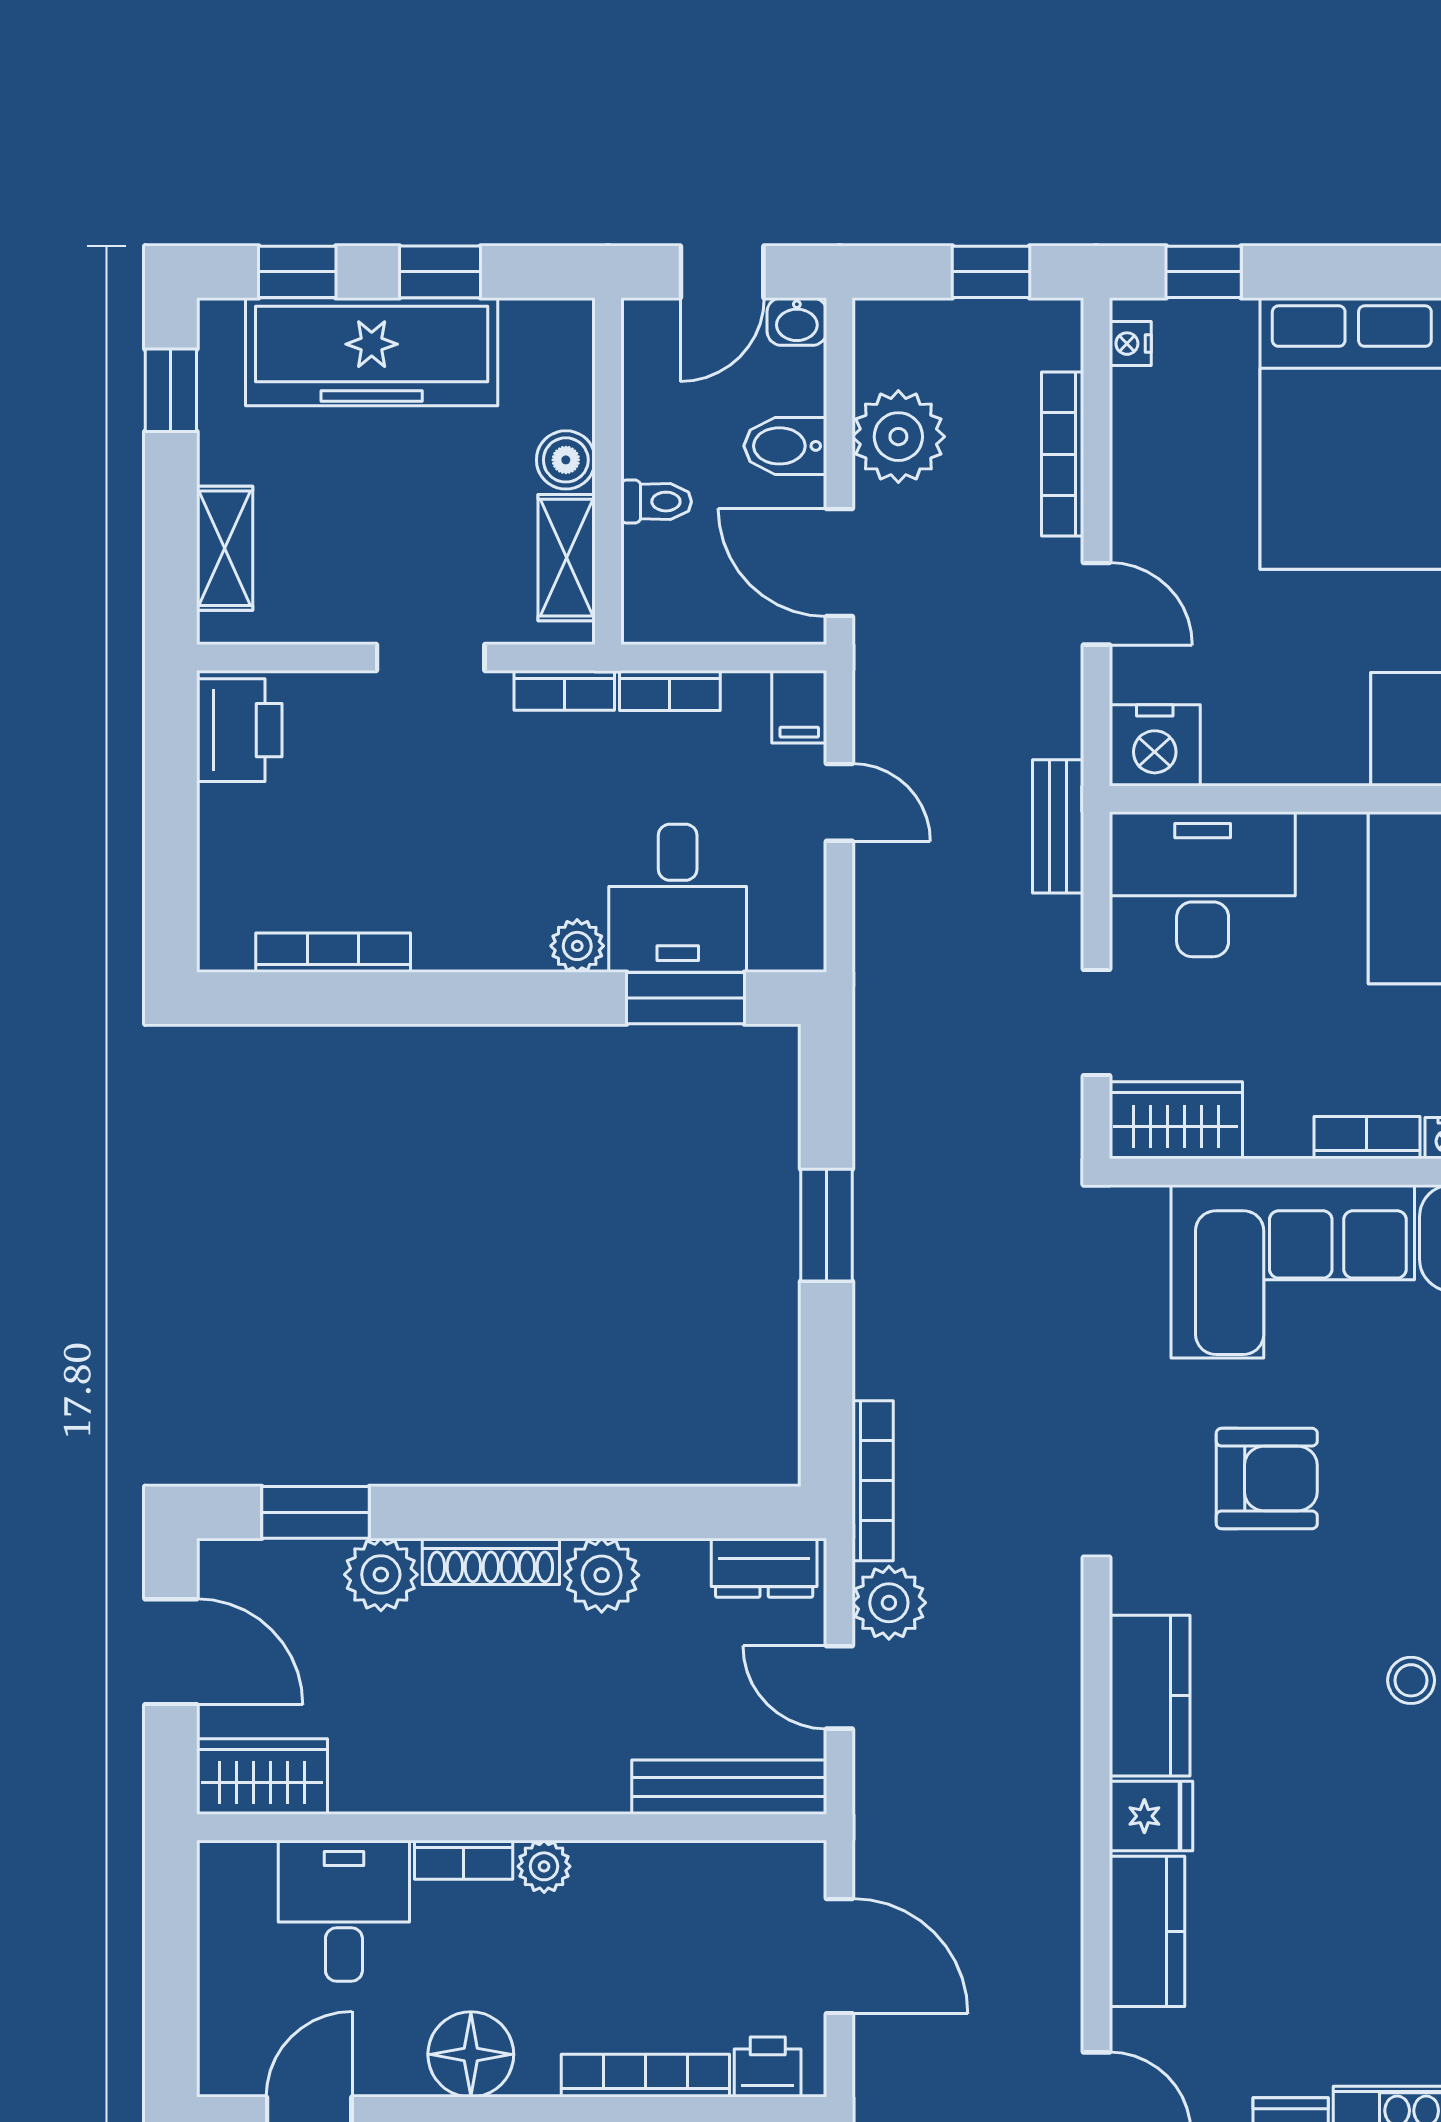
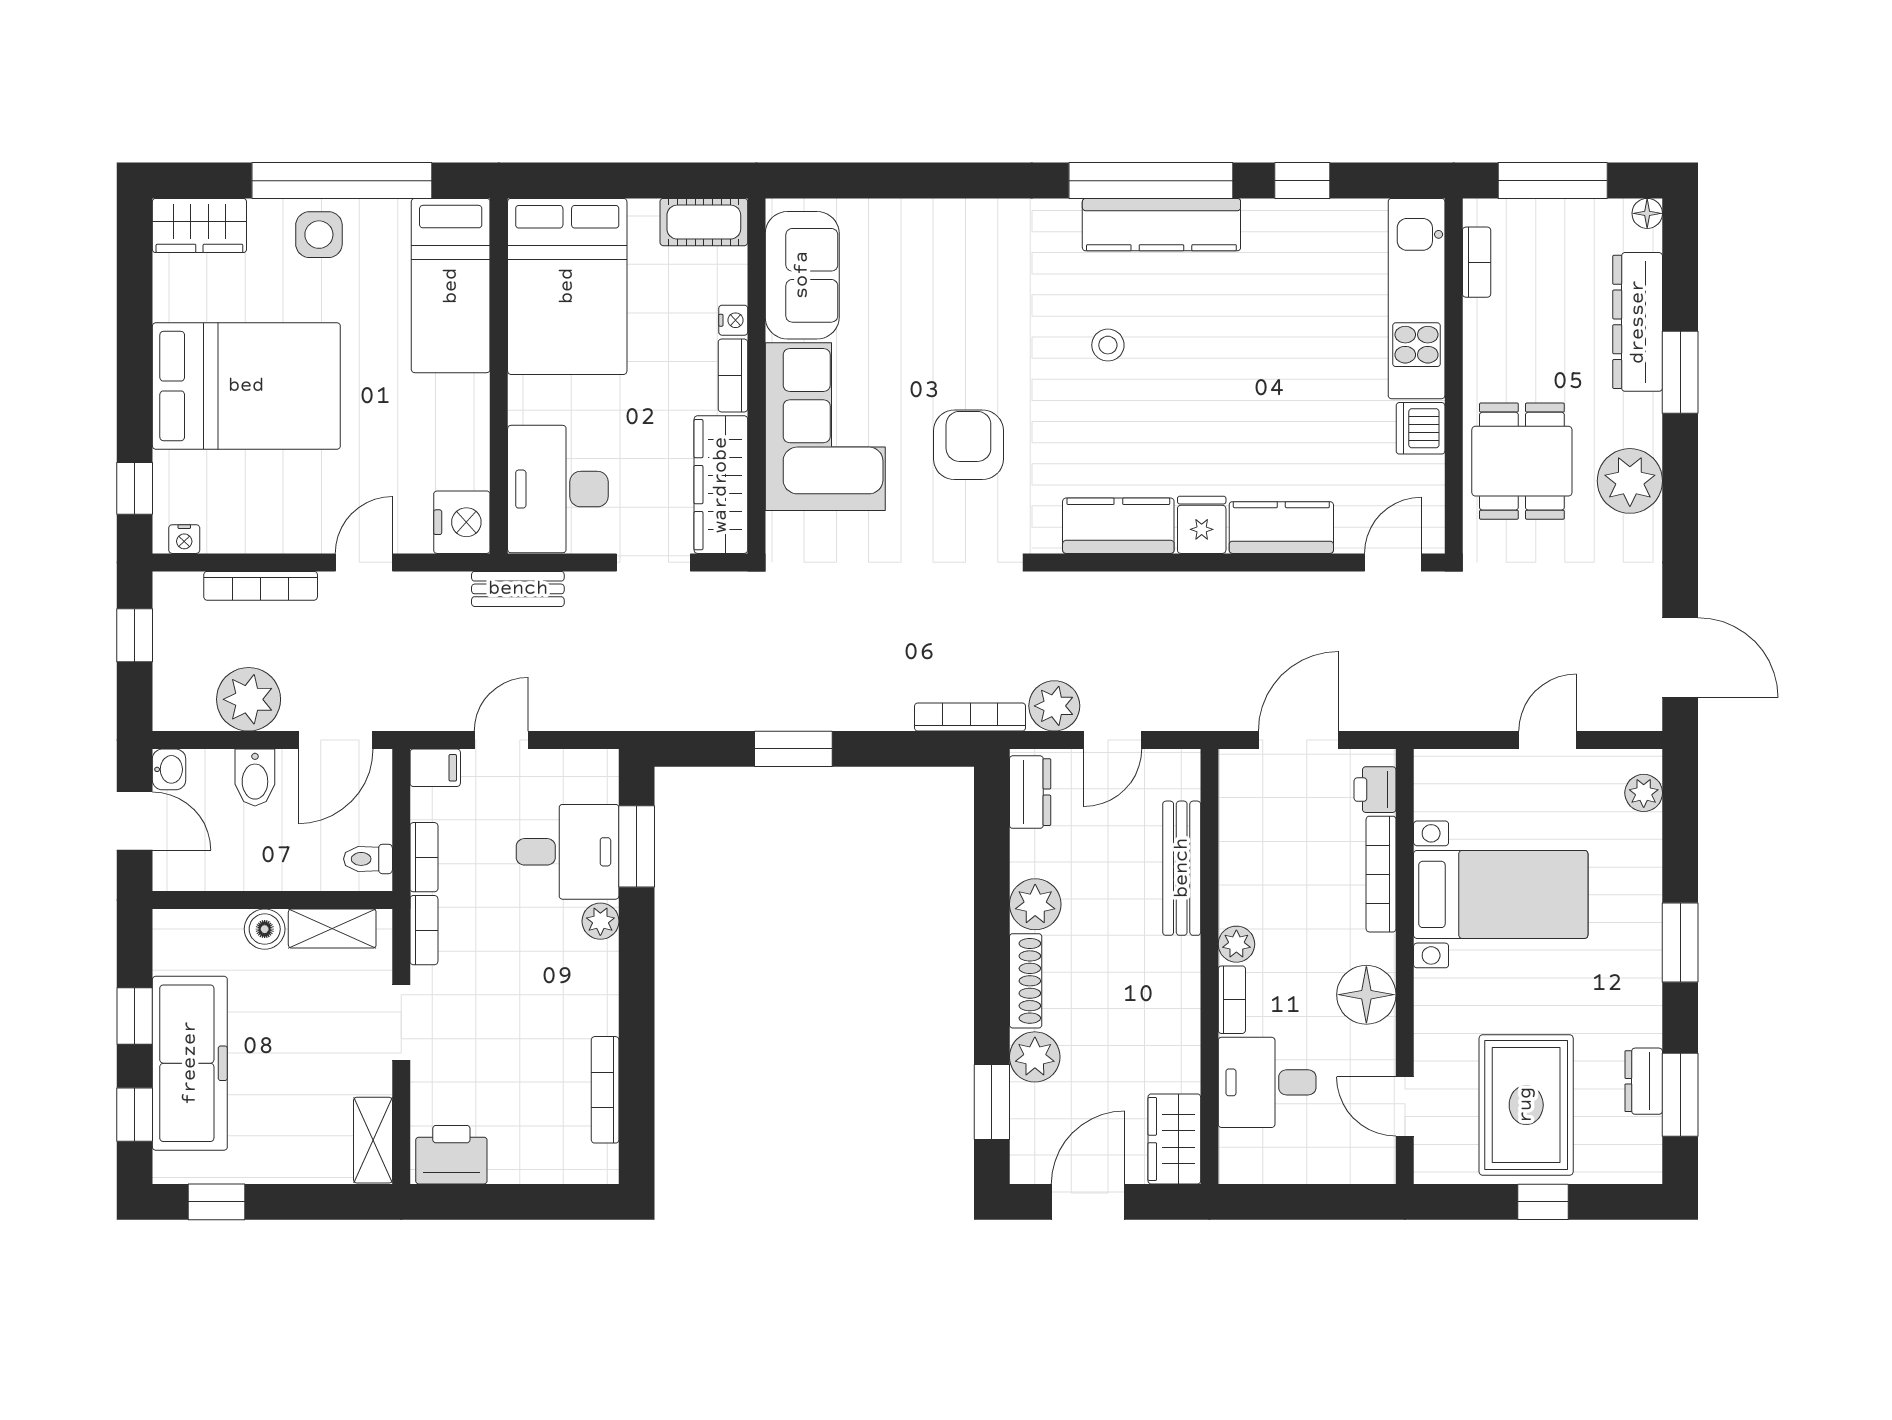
toilet: (656, 502) -> (368, 859), moved, turned -90
shelving: (225, 548) -> (373, 1140), moved, turned 90
wardrobe: (1176, 1120) -> (721, 485), width x1.50
bench: (729, 1787) -> (1182, 868), moved

